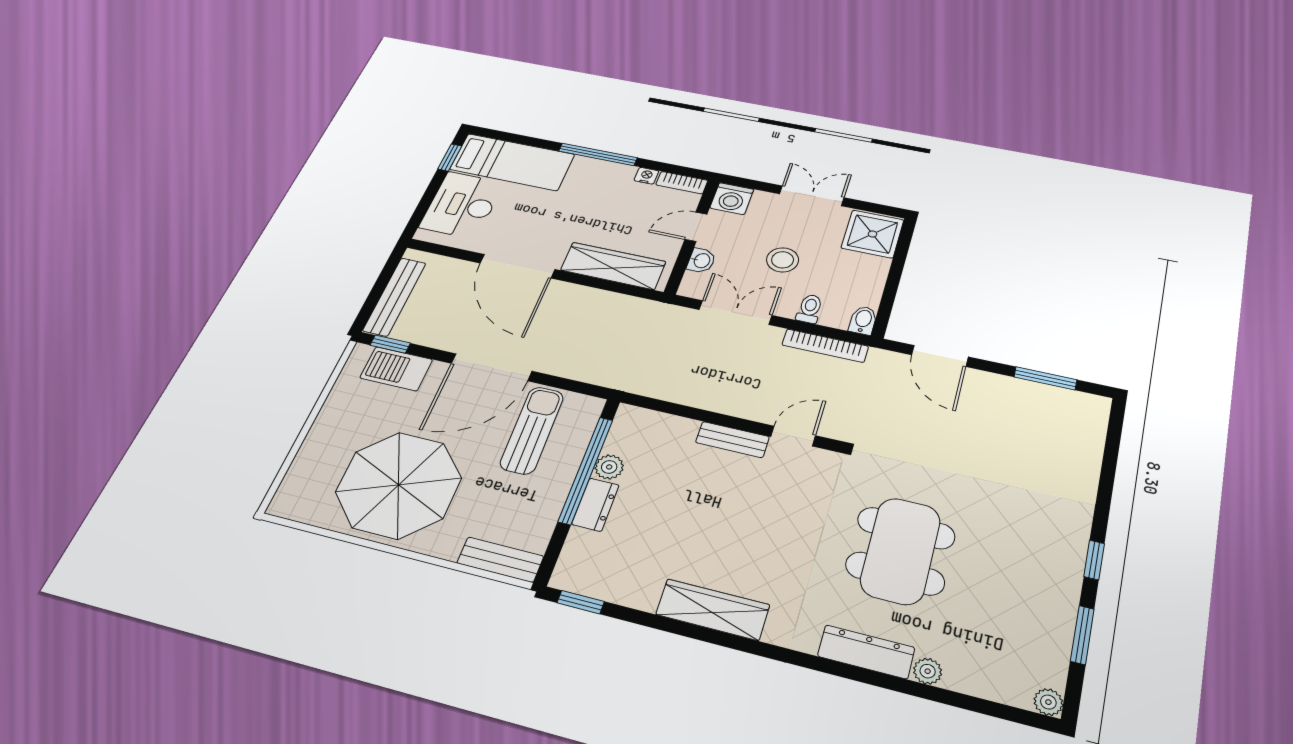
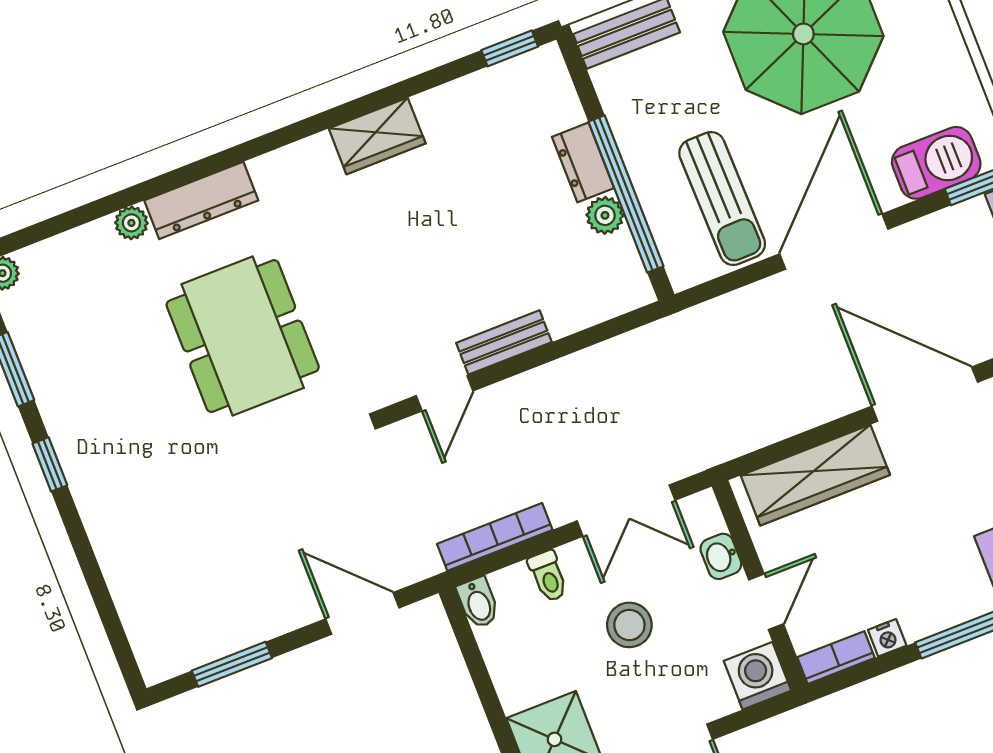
wardrobe: (713, 610) -> (377, 136), width x0.67

